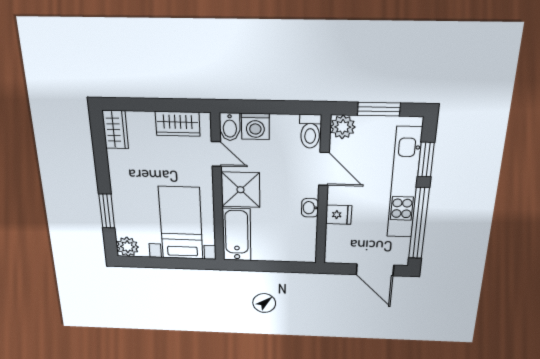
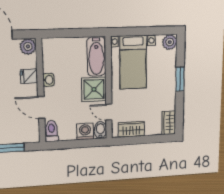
plant: (343, 127) -> (28, 47), moved
window: (107, 211) -> (180, 79), moved

